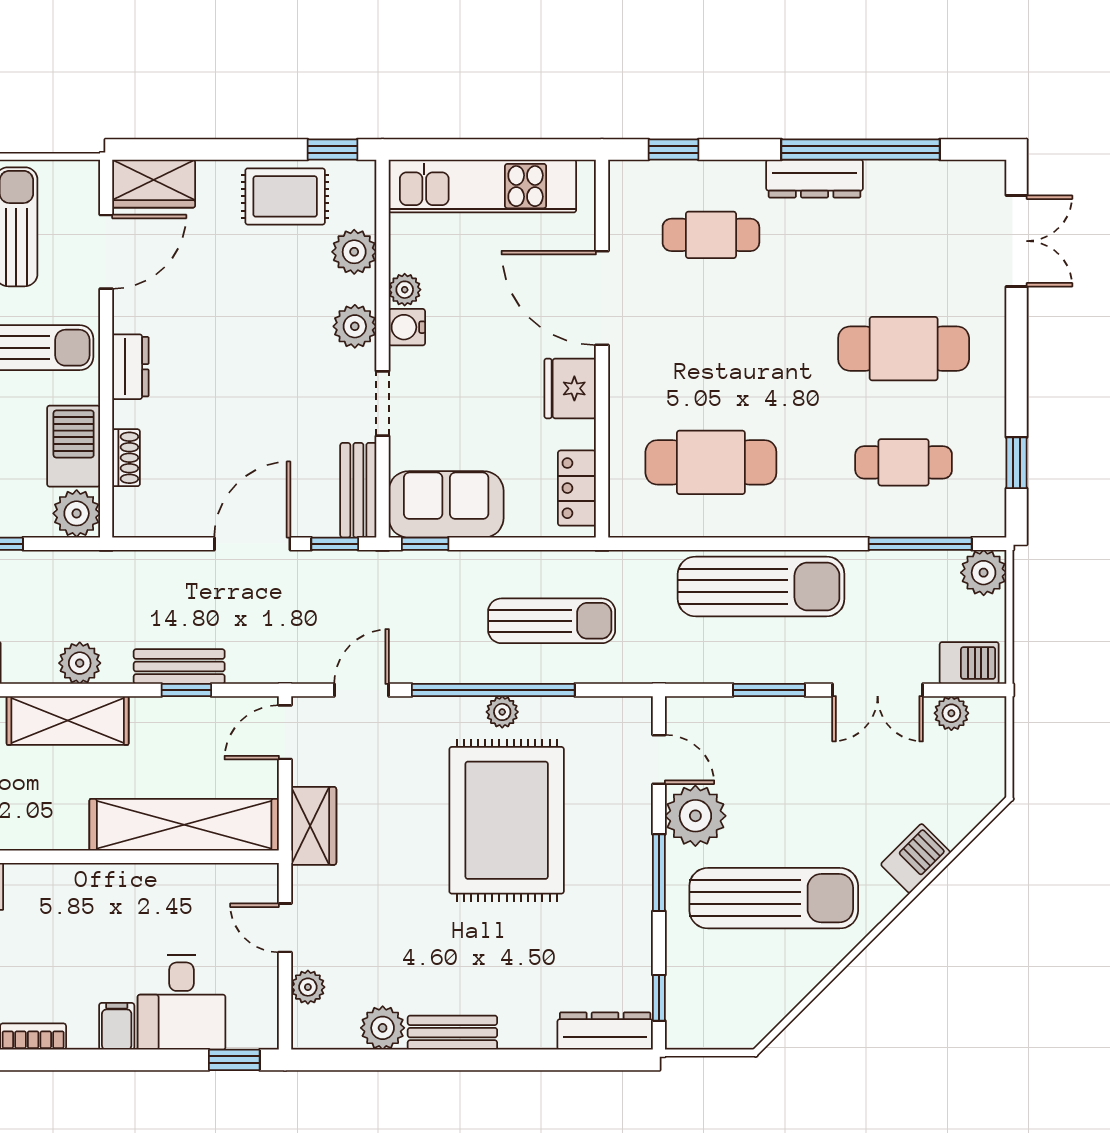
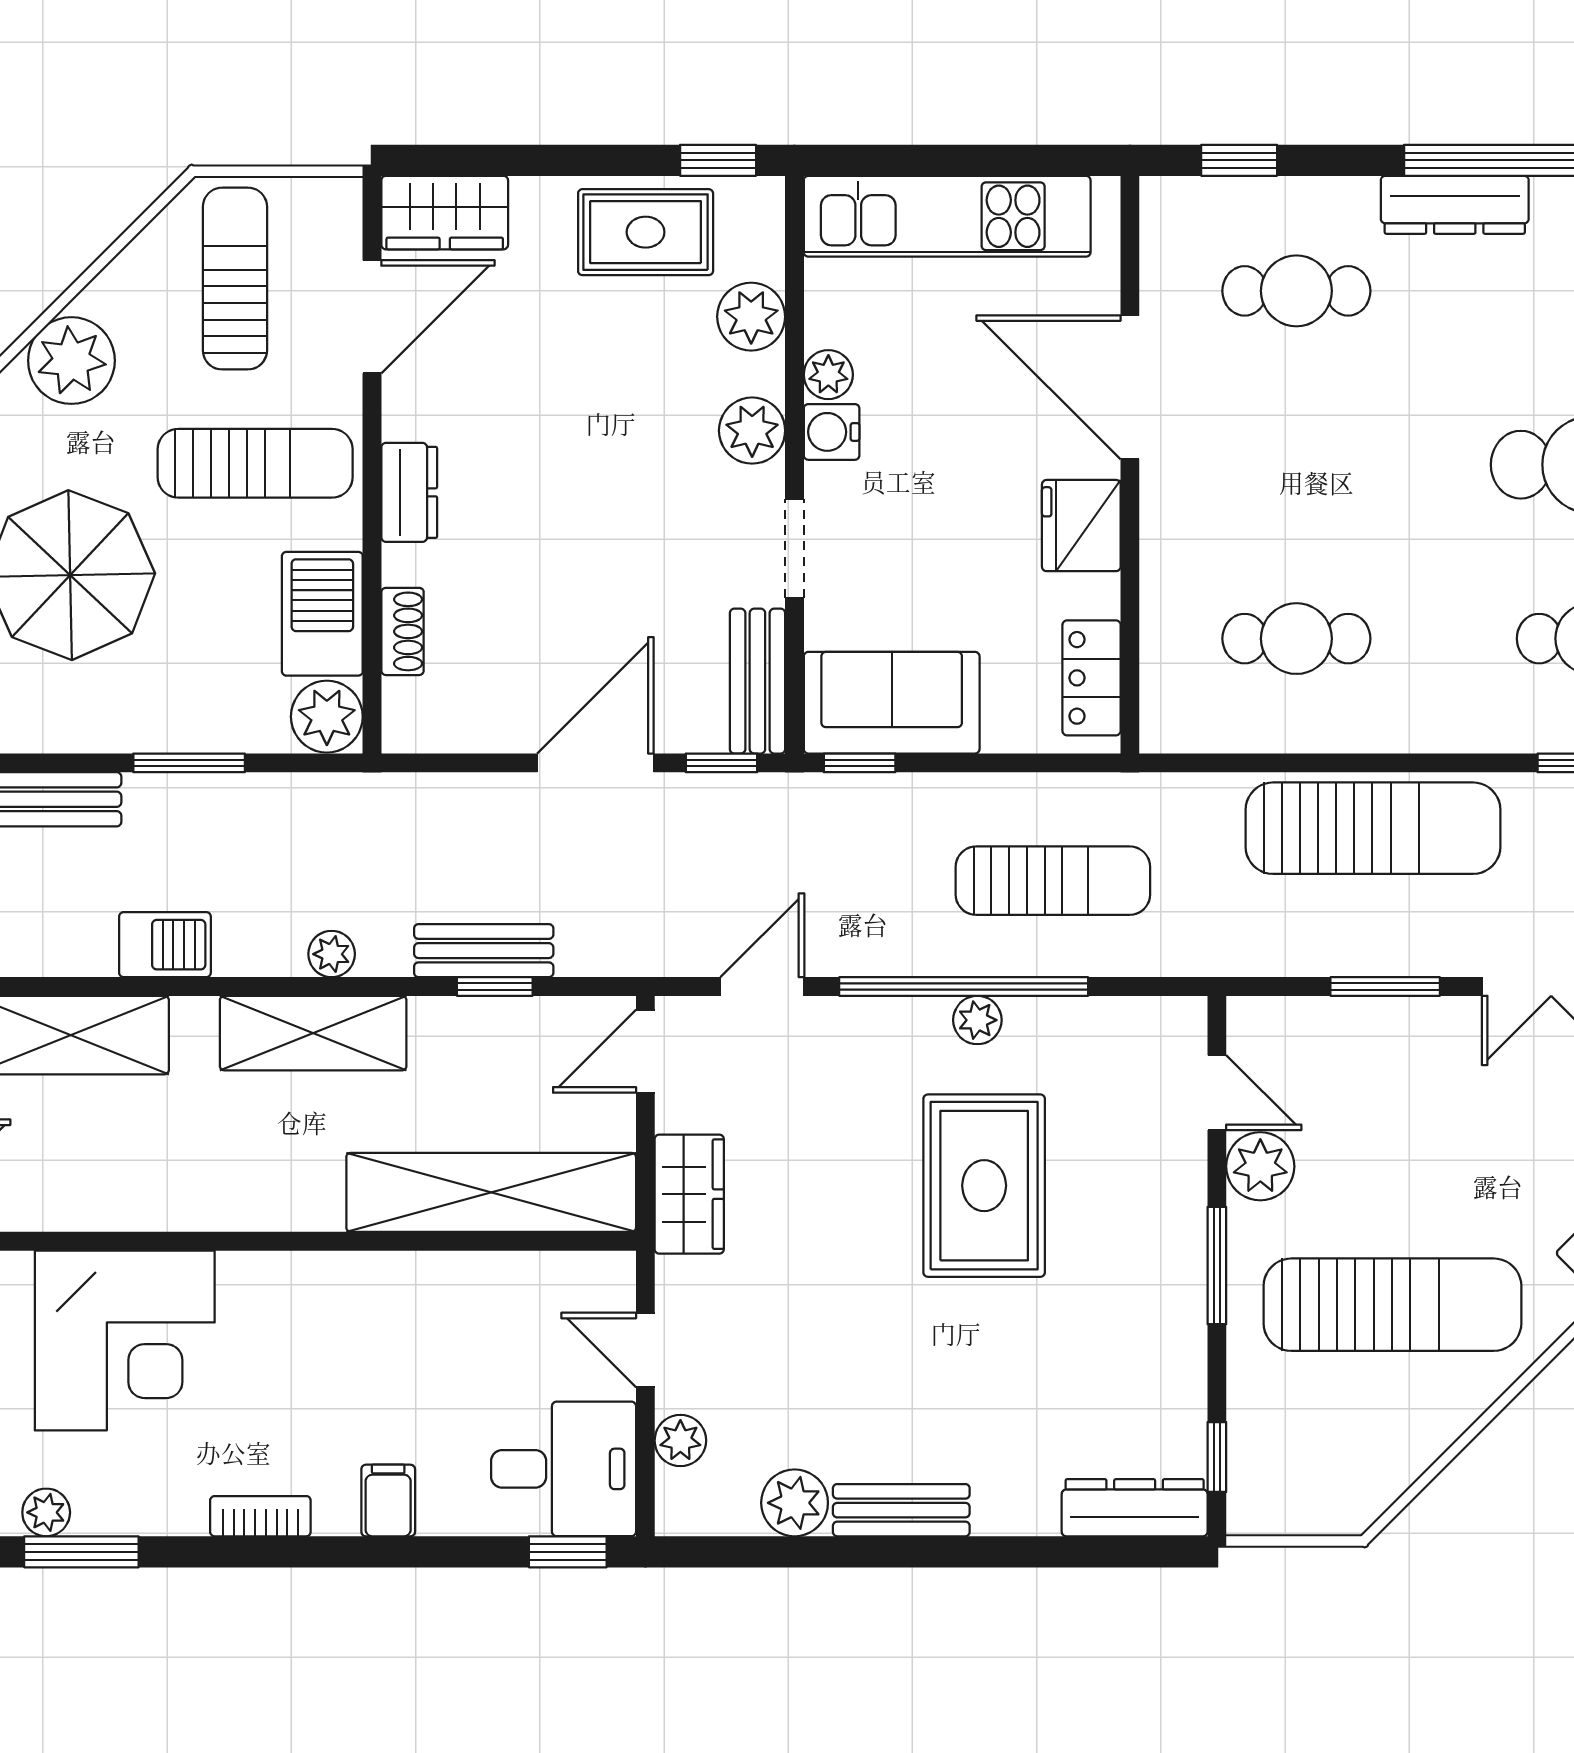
cafe table: (711, 462) -> (1296, 639), width x0.73, depth x0.74
plant: (80, 663) -> (332, 954), width x0.73, depth x0.73
plant: (695, 816) -> (1260, 1166), width x0.73, depth x0.73
rug: (507, 820) -> (984, 1186), width x0.73, depth x0.69
desk: (181, 1002) -> (564, 1469), moved, turned -90

